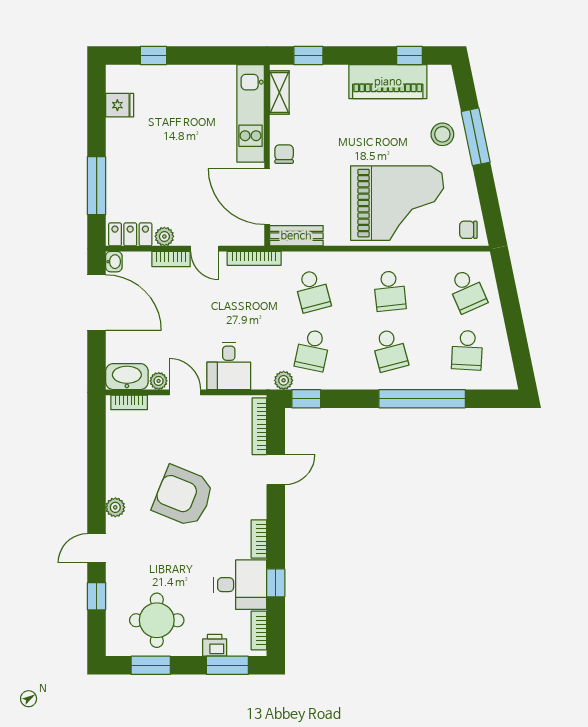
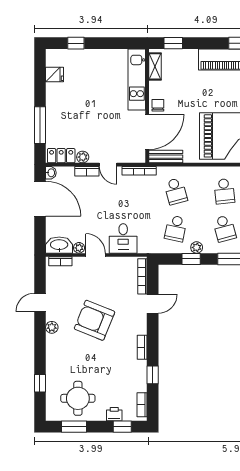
door: (267, 196) -> (147, 132), swing flipped
plant: (284, 380) -> (197, 247), moved
window: (306, 399) -> (191, 259), moved
door: (97, 548) -> (40, 303), moved
desk: (240, 585) -> (130, 376), removed
window: (227, 665) -> (122, 427), width x0.67

